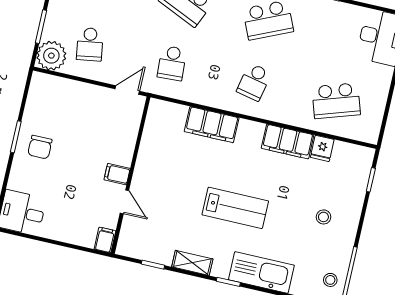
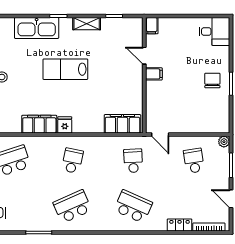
plant: (51, 56) -> (224, 142), width x0.53, depth x0.53
door: (127, 90) -> (160, 135), hinge flipped
filing cabinet: (212, 125) -> (122, 124), moved
fridge: (322, 148) -> (65, 125), moved

